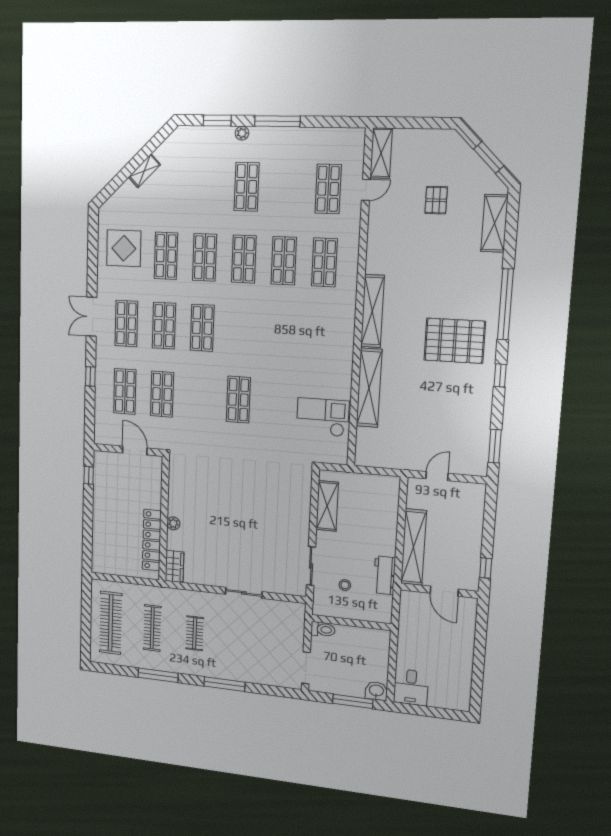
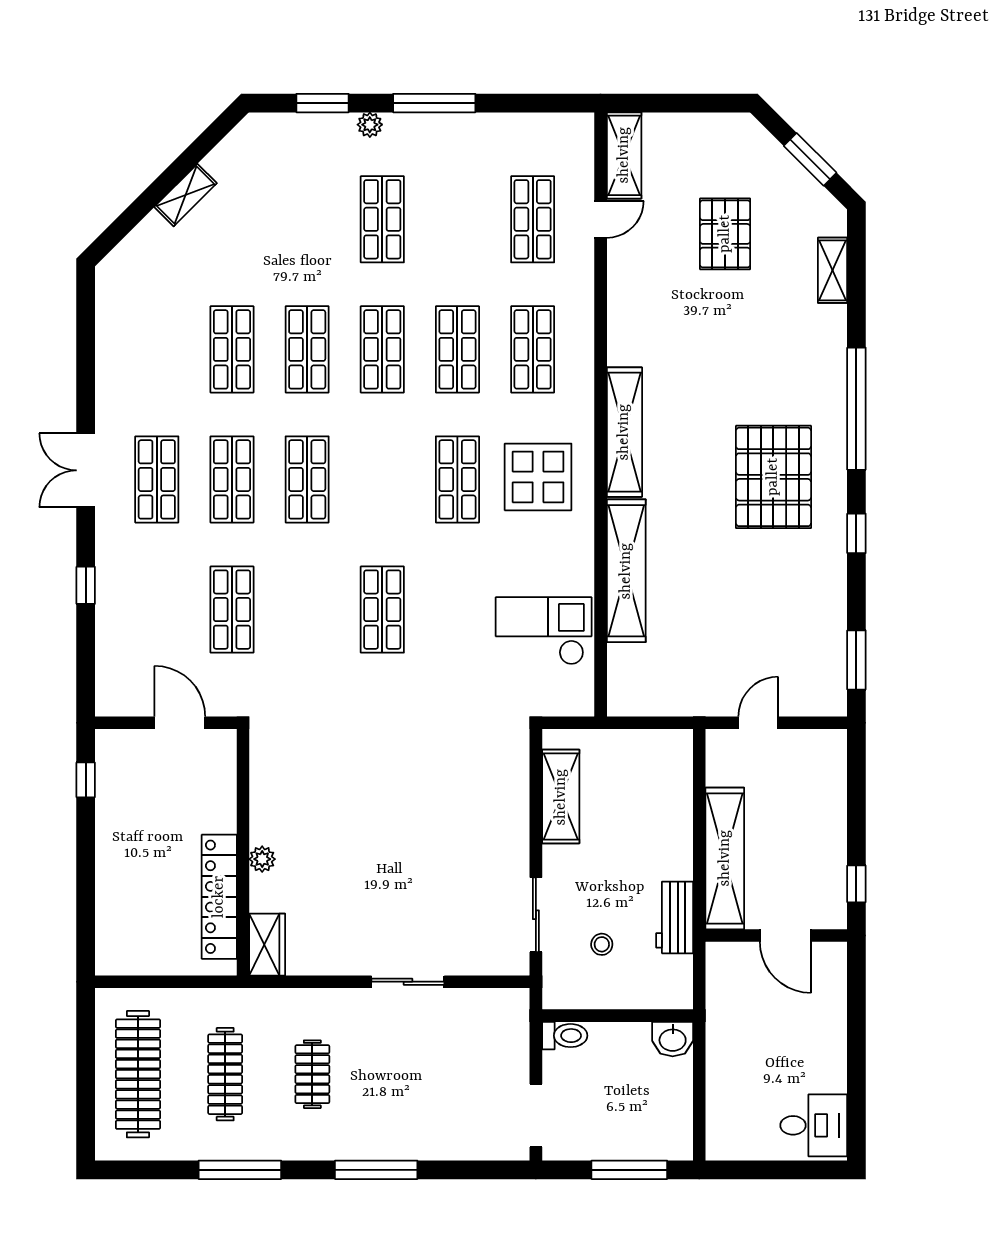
pallet: (436, 200) -> (725, 234), width x1.50, depth x1.42
shelving: (494, 223) -> (833, 270), width x0.67, depth x0.75
display table: (124, 248) -> (538, 477), moved
pallet: (455, 341) -> (773, 477), turned 90
shop shelf: (125, 391) -> (457, 479), moved
desk: (411, 687) -> (814, 1125), moved, turned -90
washbasin: (376, 691) -> (673, 1039), moved, turned 180

